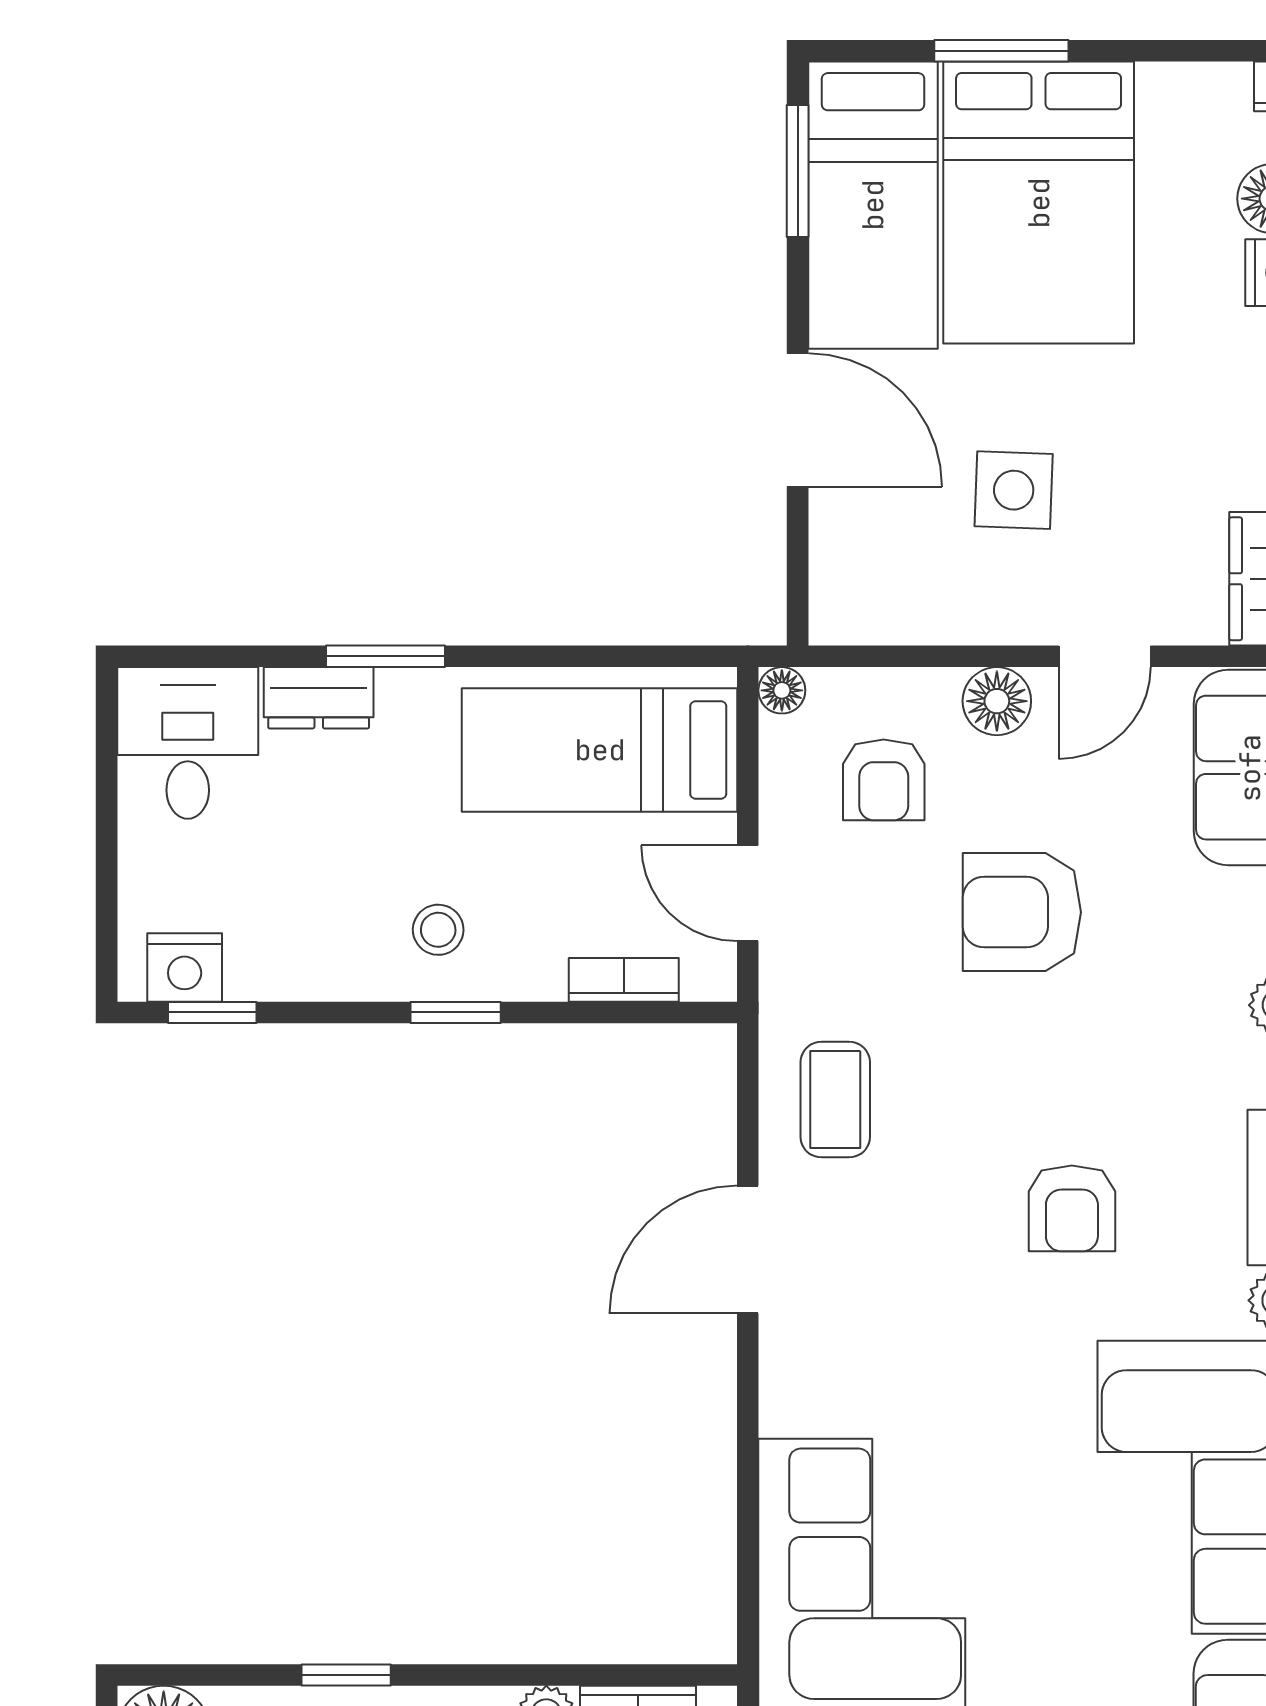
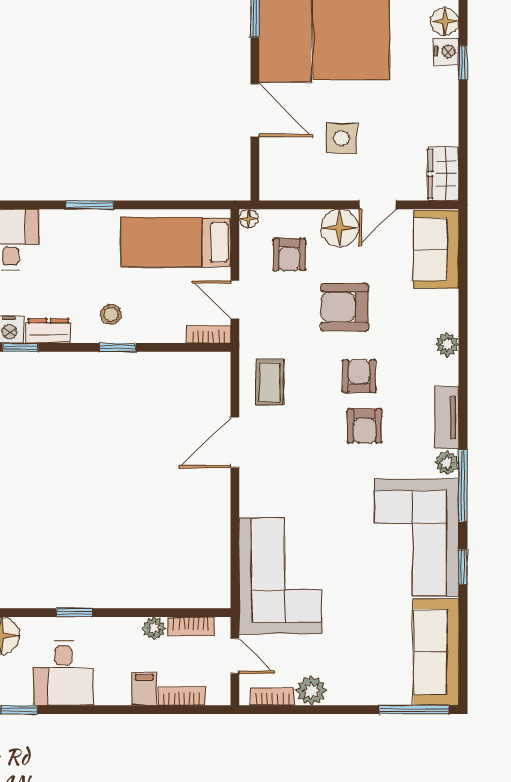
dresser: (319, 698) -> (48, 331), moved, turned 180
floor lamp: (997, 701) -> (340, 228), width x1.38, depth x1.38
bookcase: (624, 980) -> (209, 334), moved
armchair: (1058, 1084) -> (359, 376), added

